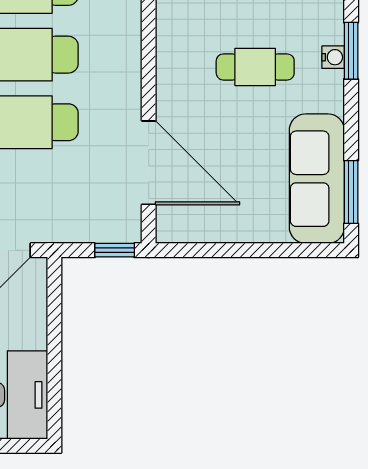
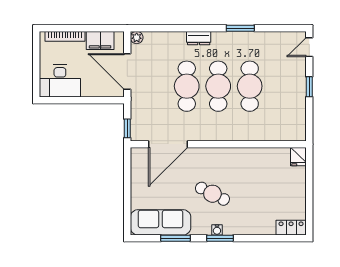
cafe table: (255, 67) -> (212, 194), turned -63
window: (351, 192) -> (175, 238), moved

